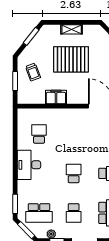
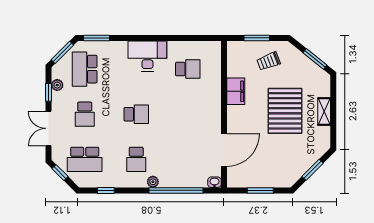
school desk: (74, 213) -> (85, 114), turned -90

